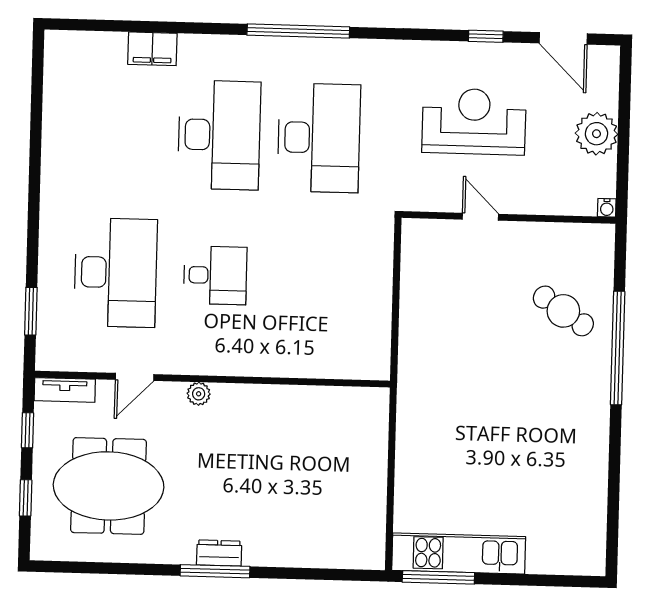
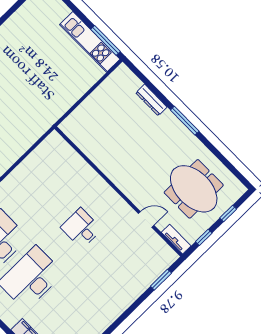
desk: (116, 272) -> (117, 264), removed
plant: (199, 394) -> (129, 191), removed
dresser: (219, 553) -> (151, 100), moved, width x1.44

